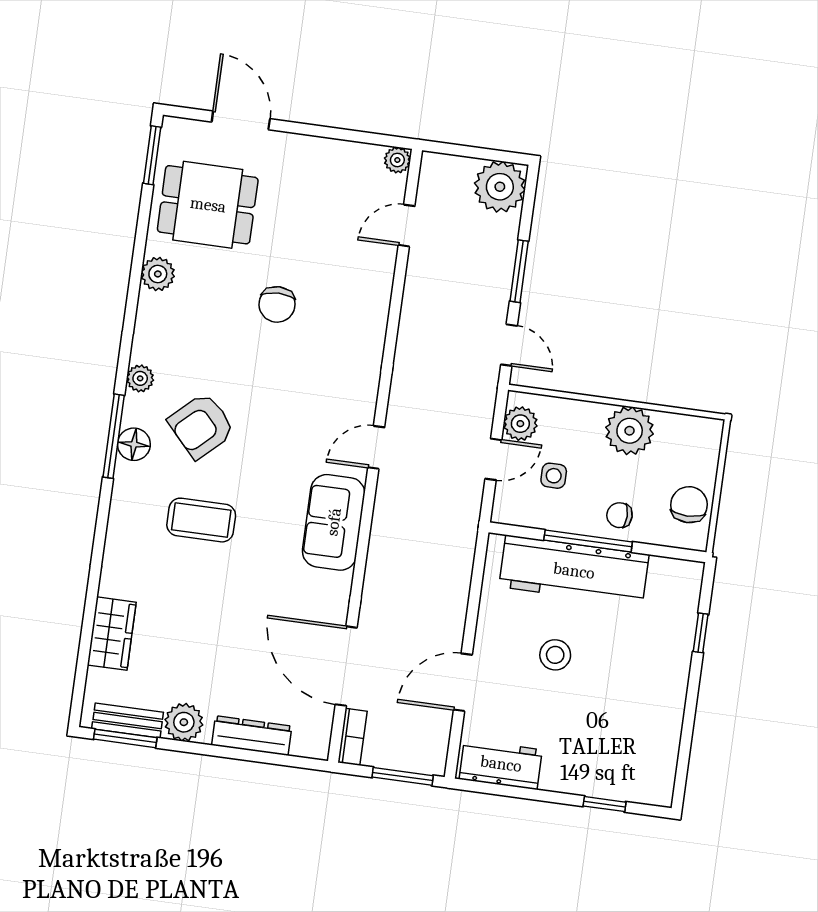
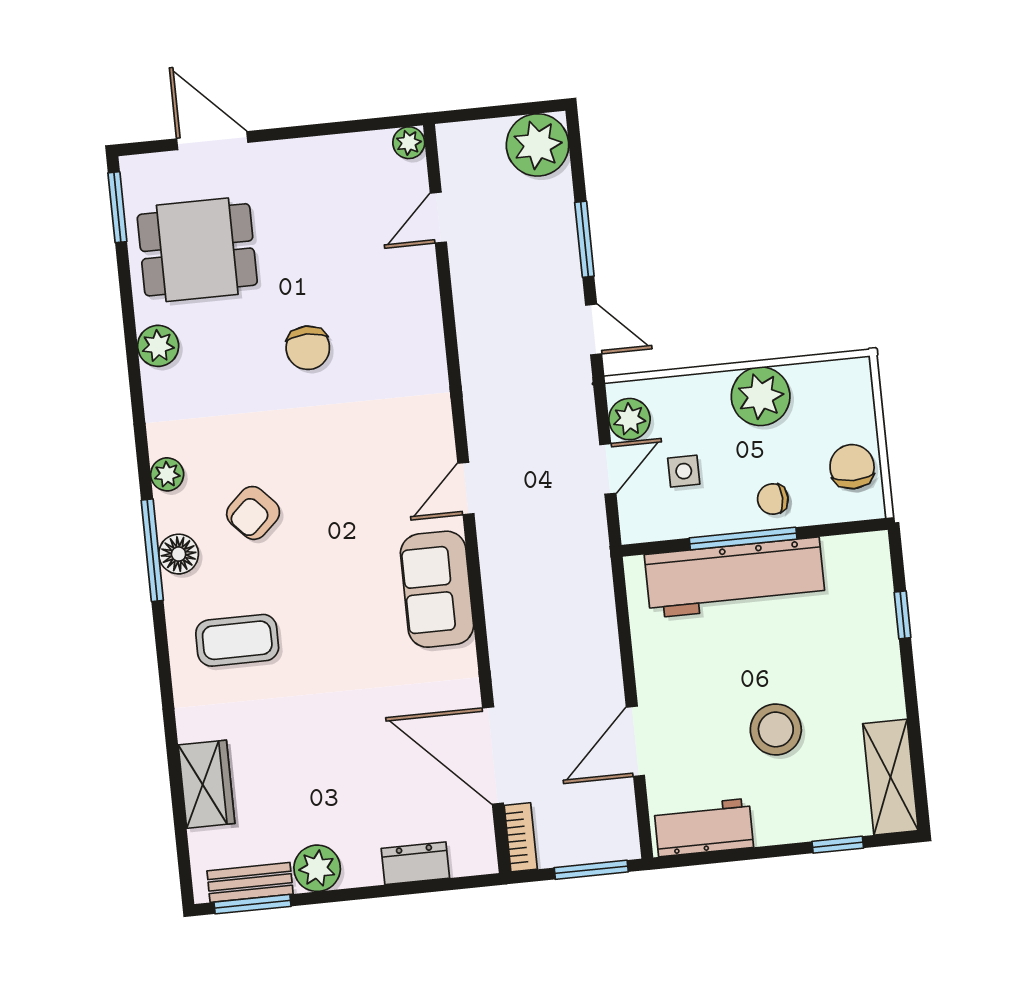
armchair: (201, 426) -> (253, 513), width x0.72, depth x0.72
coffee table: (201, 520) -> (237, 640), moved
stool: (555, 655) -> (776, 729), moved, width x1.38, depth x1.38
dresser: (252, 736) -> (415, 863), width x0.70
shelving: (660, 760) -> (890, 777), added

